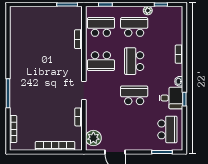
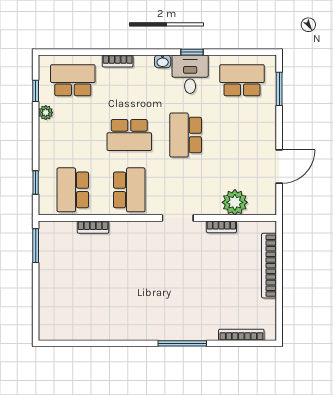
school desk: (134, 27) -> (73, 80), moved, turned 90
plant: (93, 138) -> (235, 202), moved

